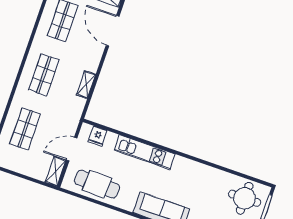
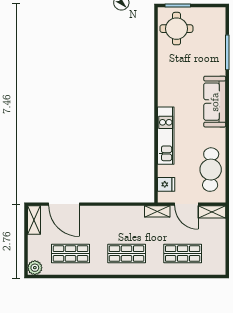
door: (113, 31) -> (64, 204), hinge flipped
shelving: (86, 85) -> (157, 211), moved

